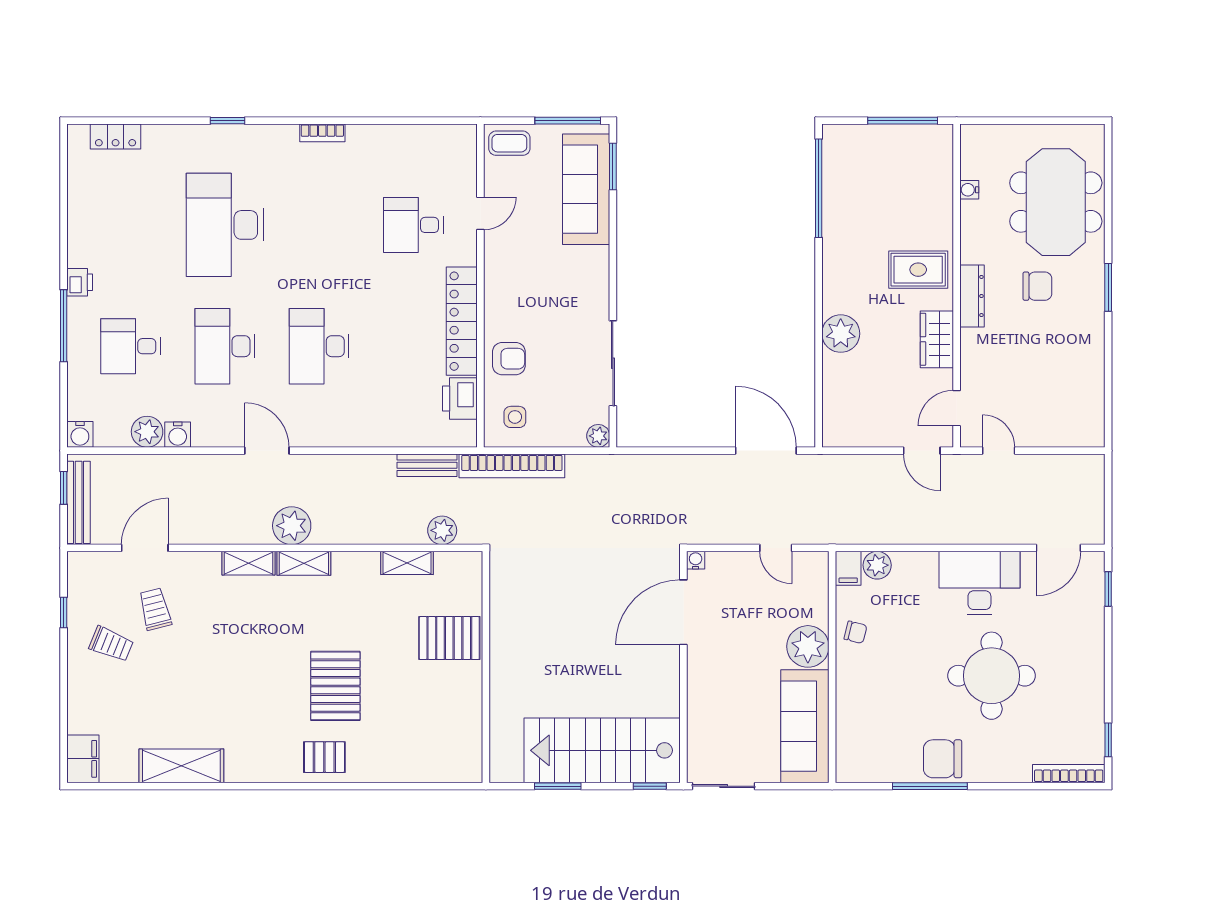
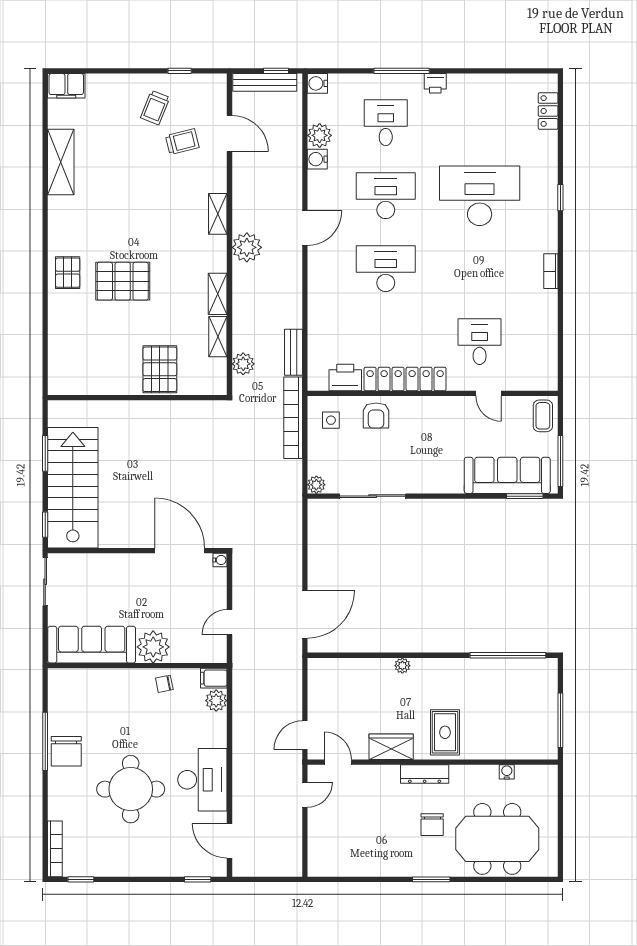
plant: (841, 334) -> (402, 666), width x0.53, depth x0.53
shelving: (304, 563) -> (218, 294), moved
chair: (856, 632) -> (164, 684), turned 65
chair: (943, 759) -> (66, 751), turned 180

